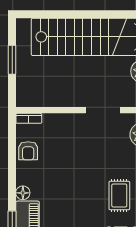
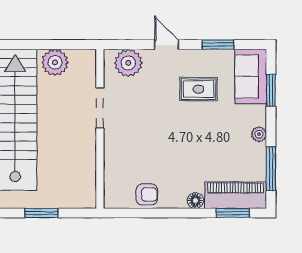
bookcase: (29, 118) -> (109, 194), removed

